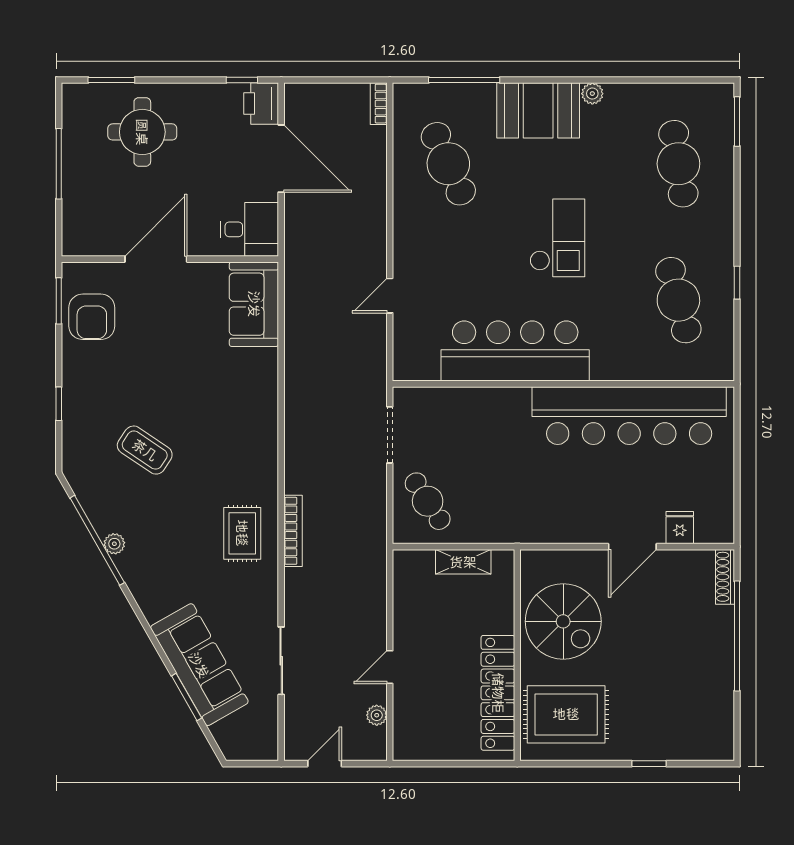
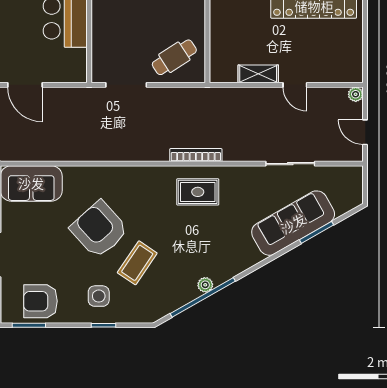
door: (390, 296) -> (25, 85), width x1.38
armchair: (92, 317) -> (40, 301), turned 180
side table: (99, 397) -> (99, 296), added
armchair: (191, 398) -> (99, 229), added
shelving: (463, 562) -> (258, 74), moved, turned 90
plant: (377, 715) -> (356, 94), moved

